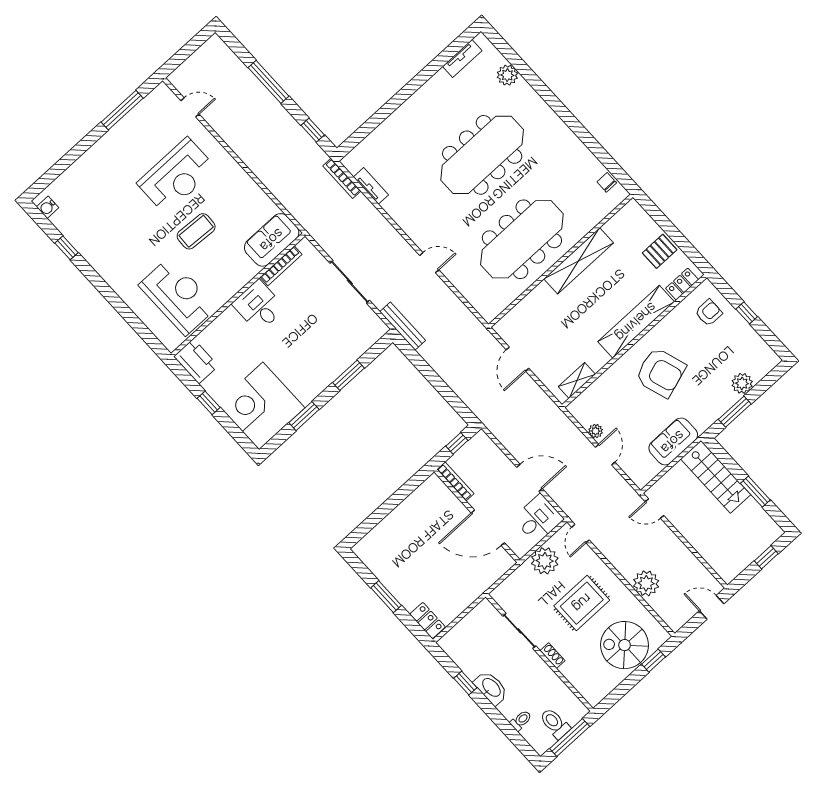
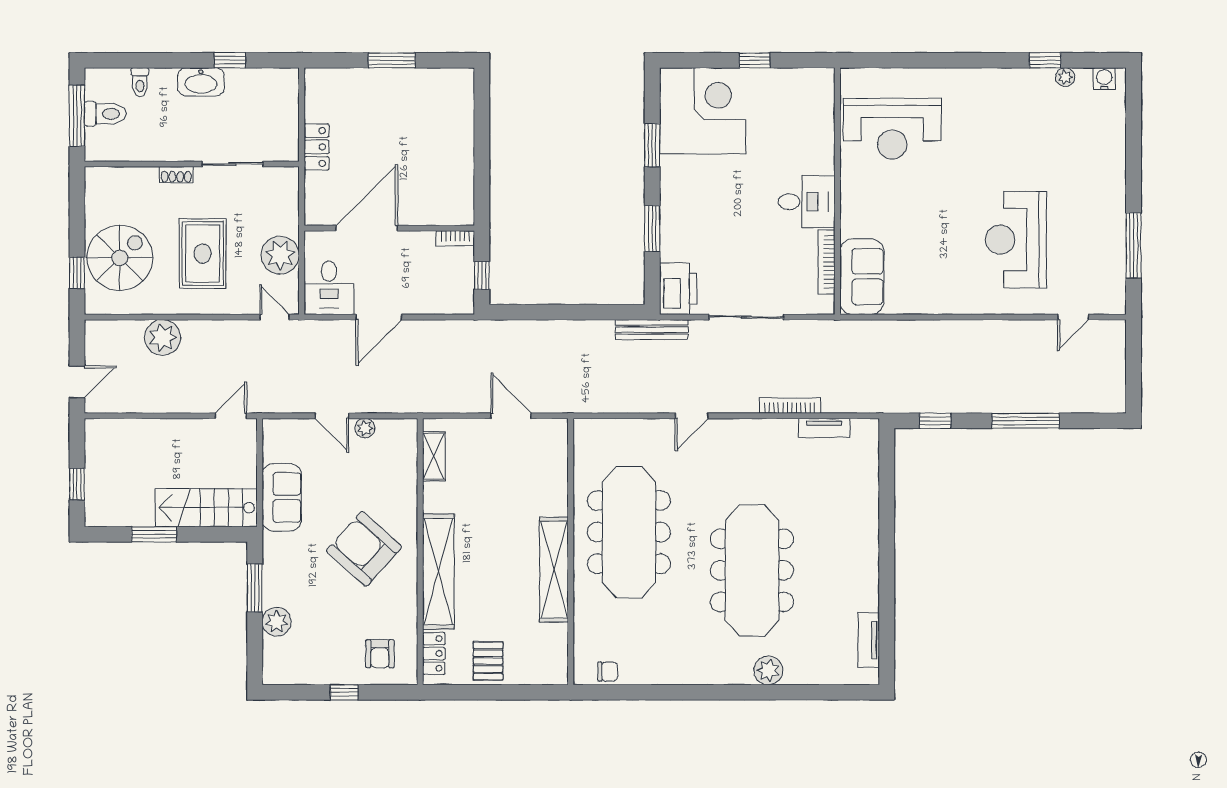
plant: (507, 75) -> (768, 670), moved
bookcase: (342, 178) -> (790, 405), moved
plant: (66, 229) -> (1065, 77), added
coffee table: (196, 231) -> (941, 208), removed
printer: (196, 361) -> (678, 289), moved, turned -90
armchair: (660, 372) -> (364, 549), turned 60
bookcase: (455, 481) -> (455, 238), width x0.64
locker: (428, 621) -> (317, 147), moved, turned -90

